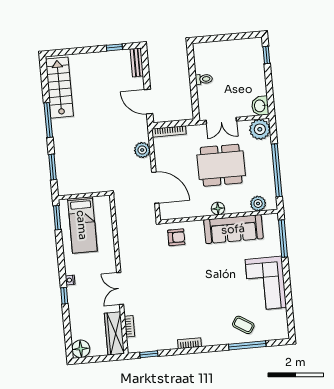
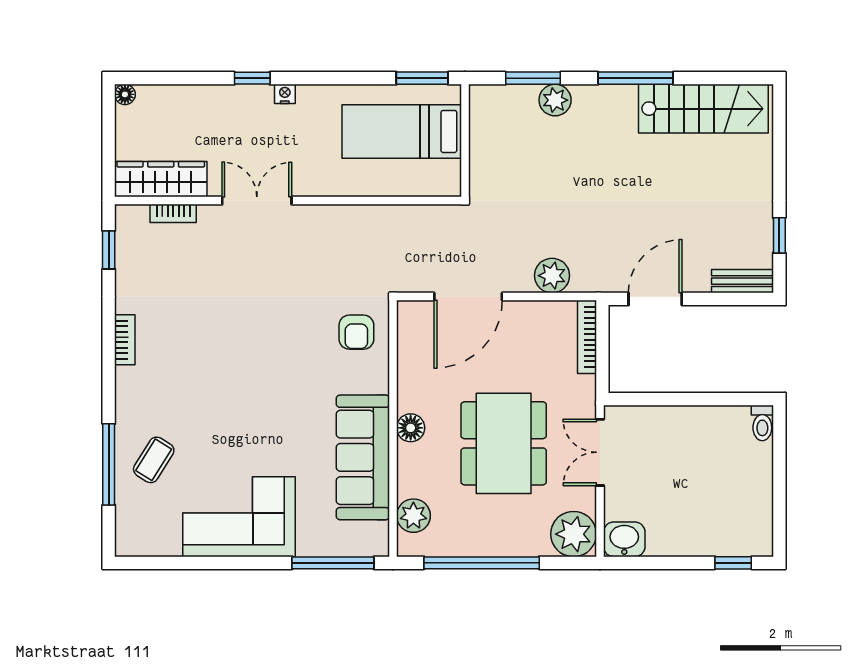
toilet: (204, 79) -> (762, 423), moved
plant: (62, 156) -> (555, 100), added
floor lamp: (81, 349) -> (125, 94), width x0.53, depth x0.53

